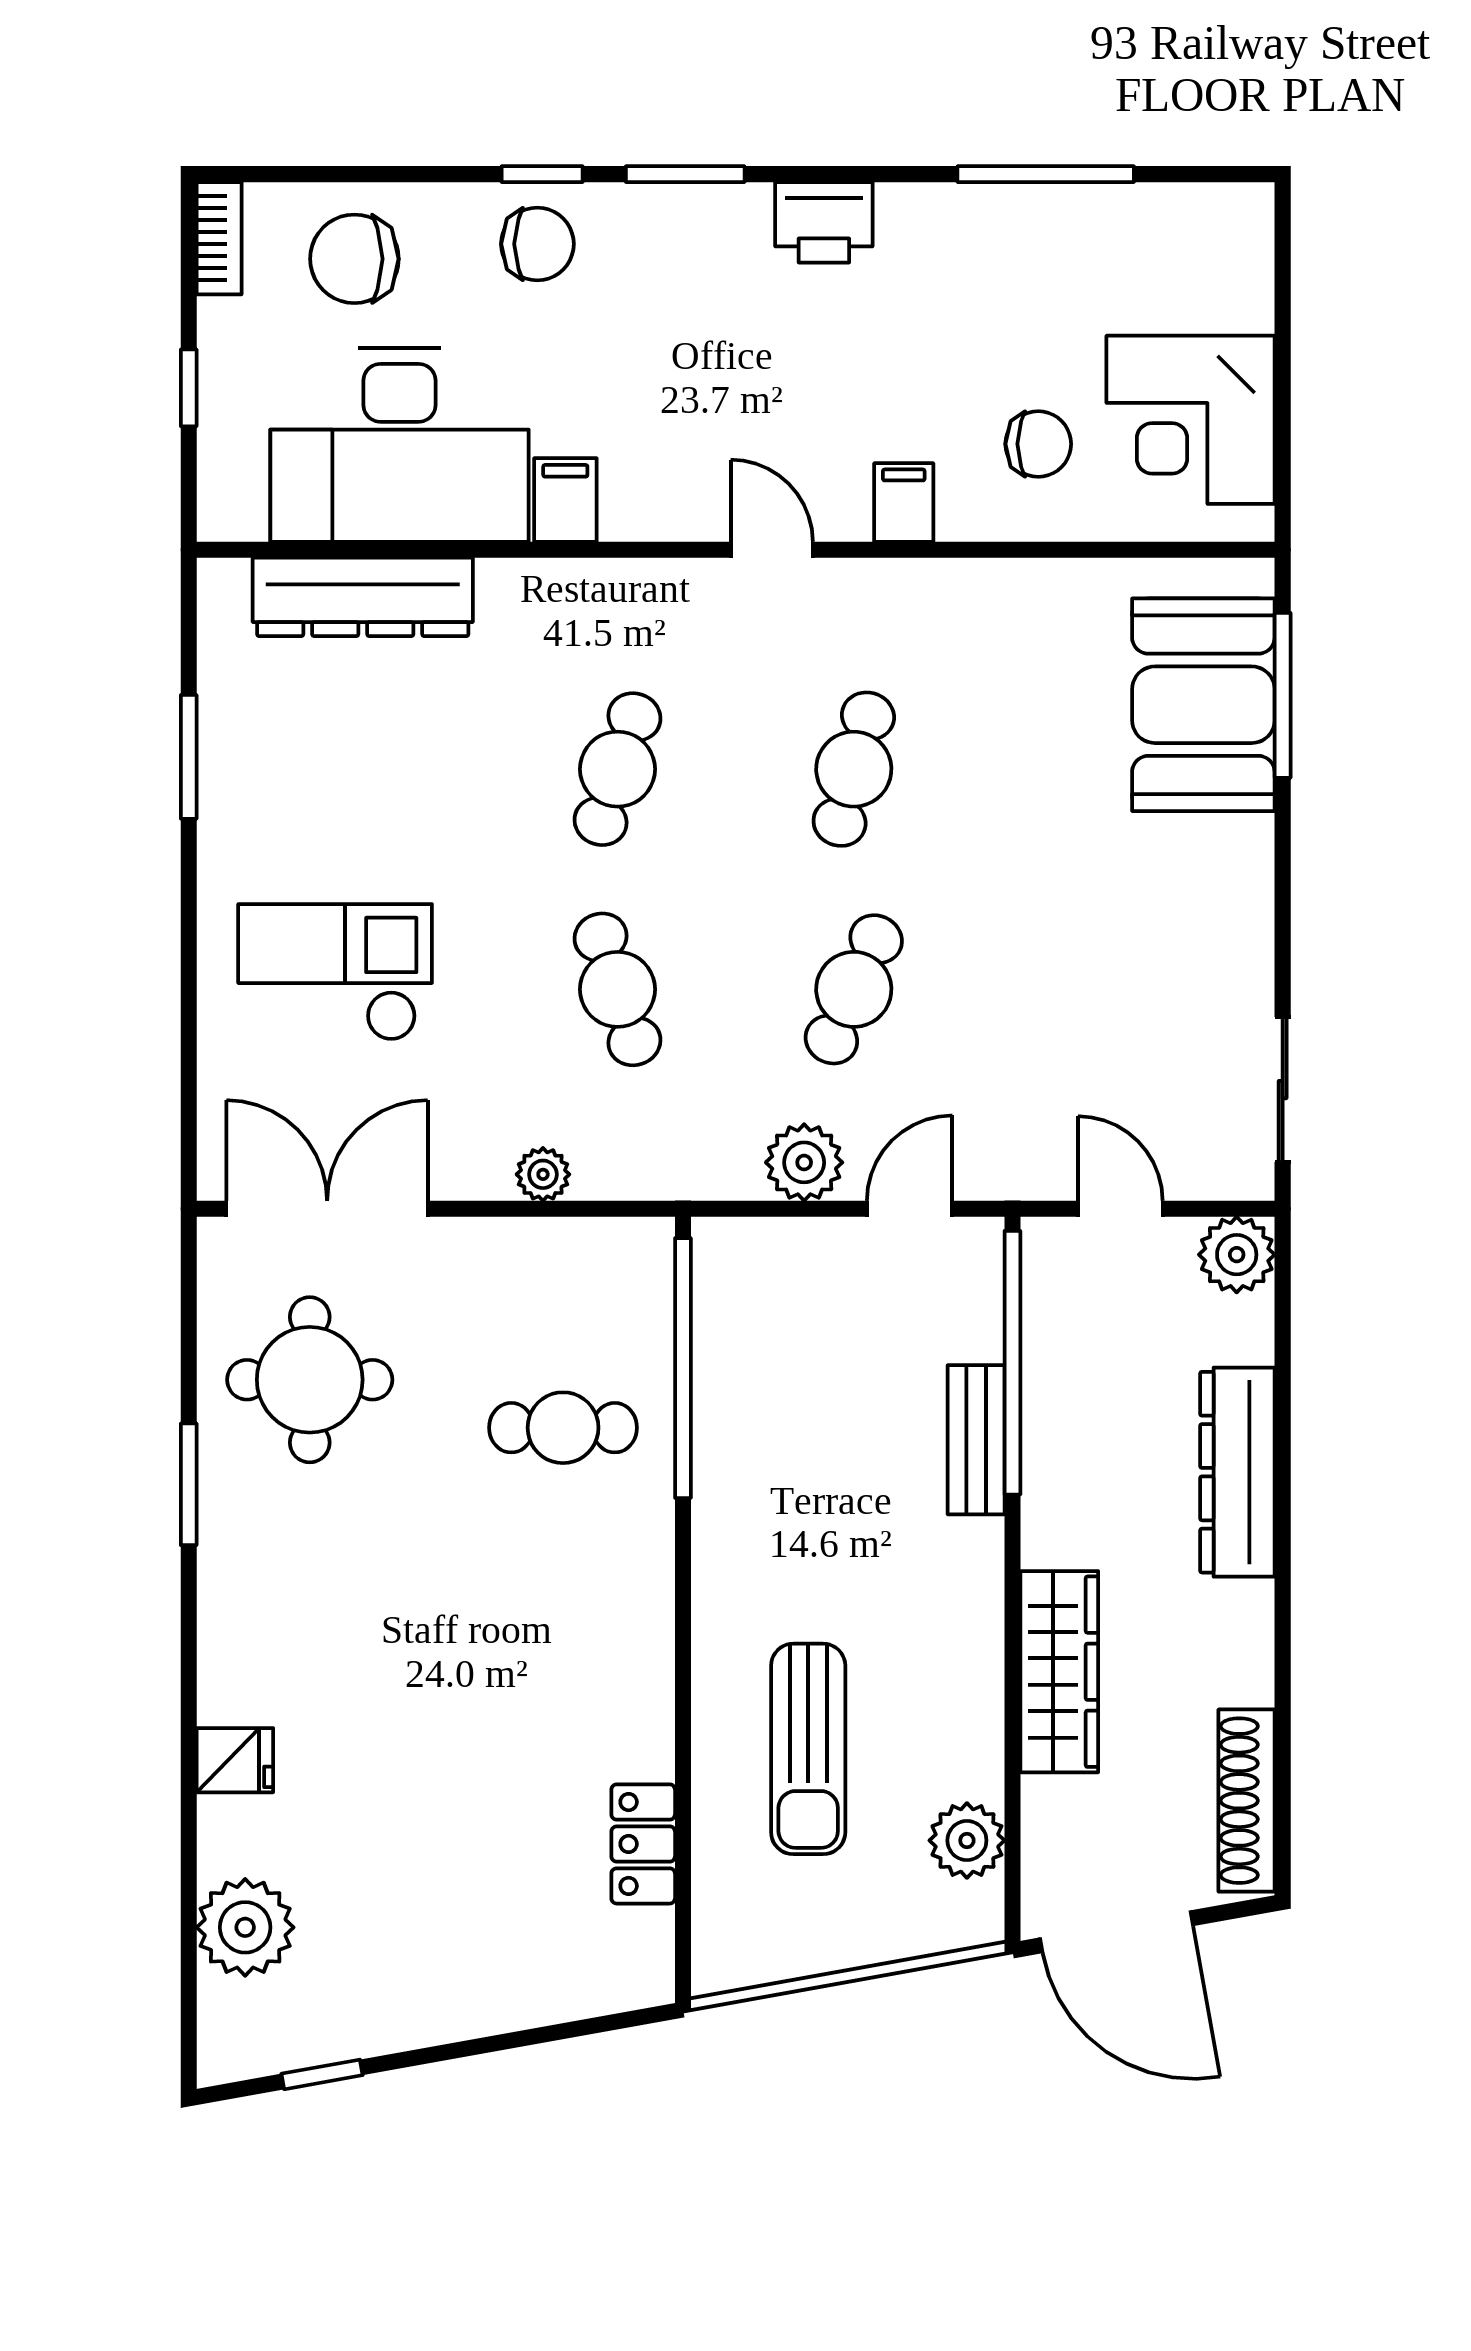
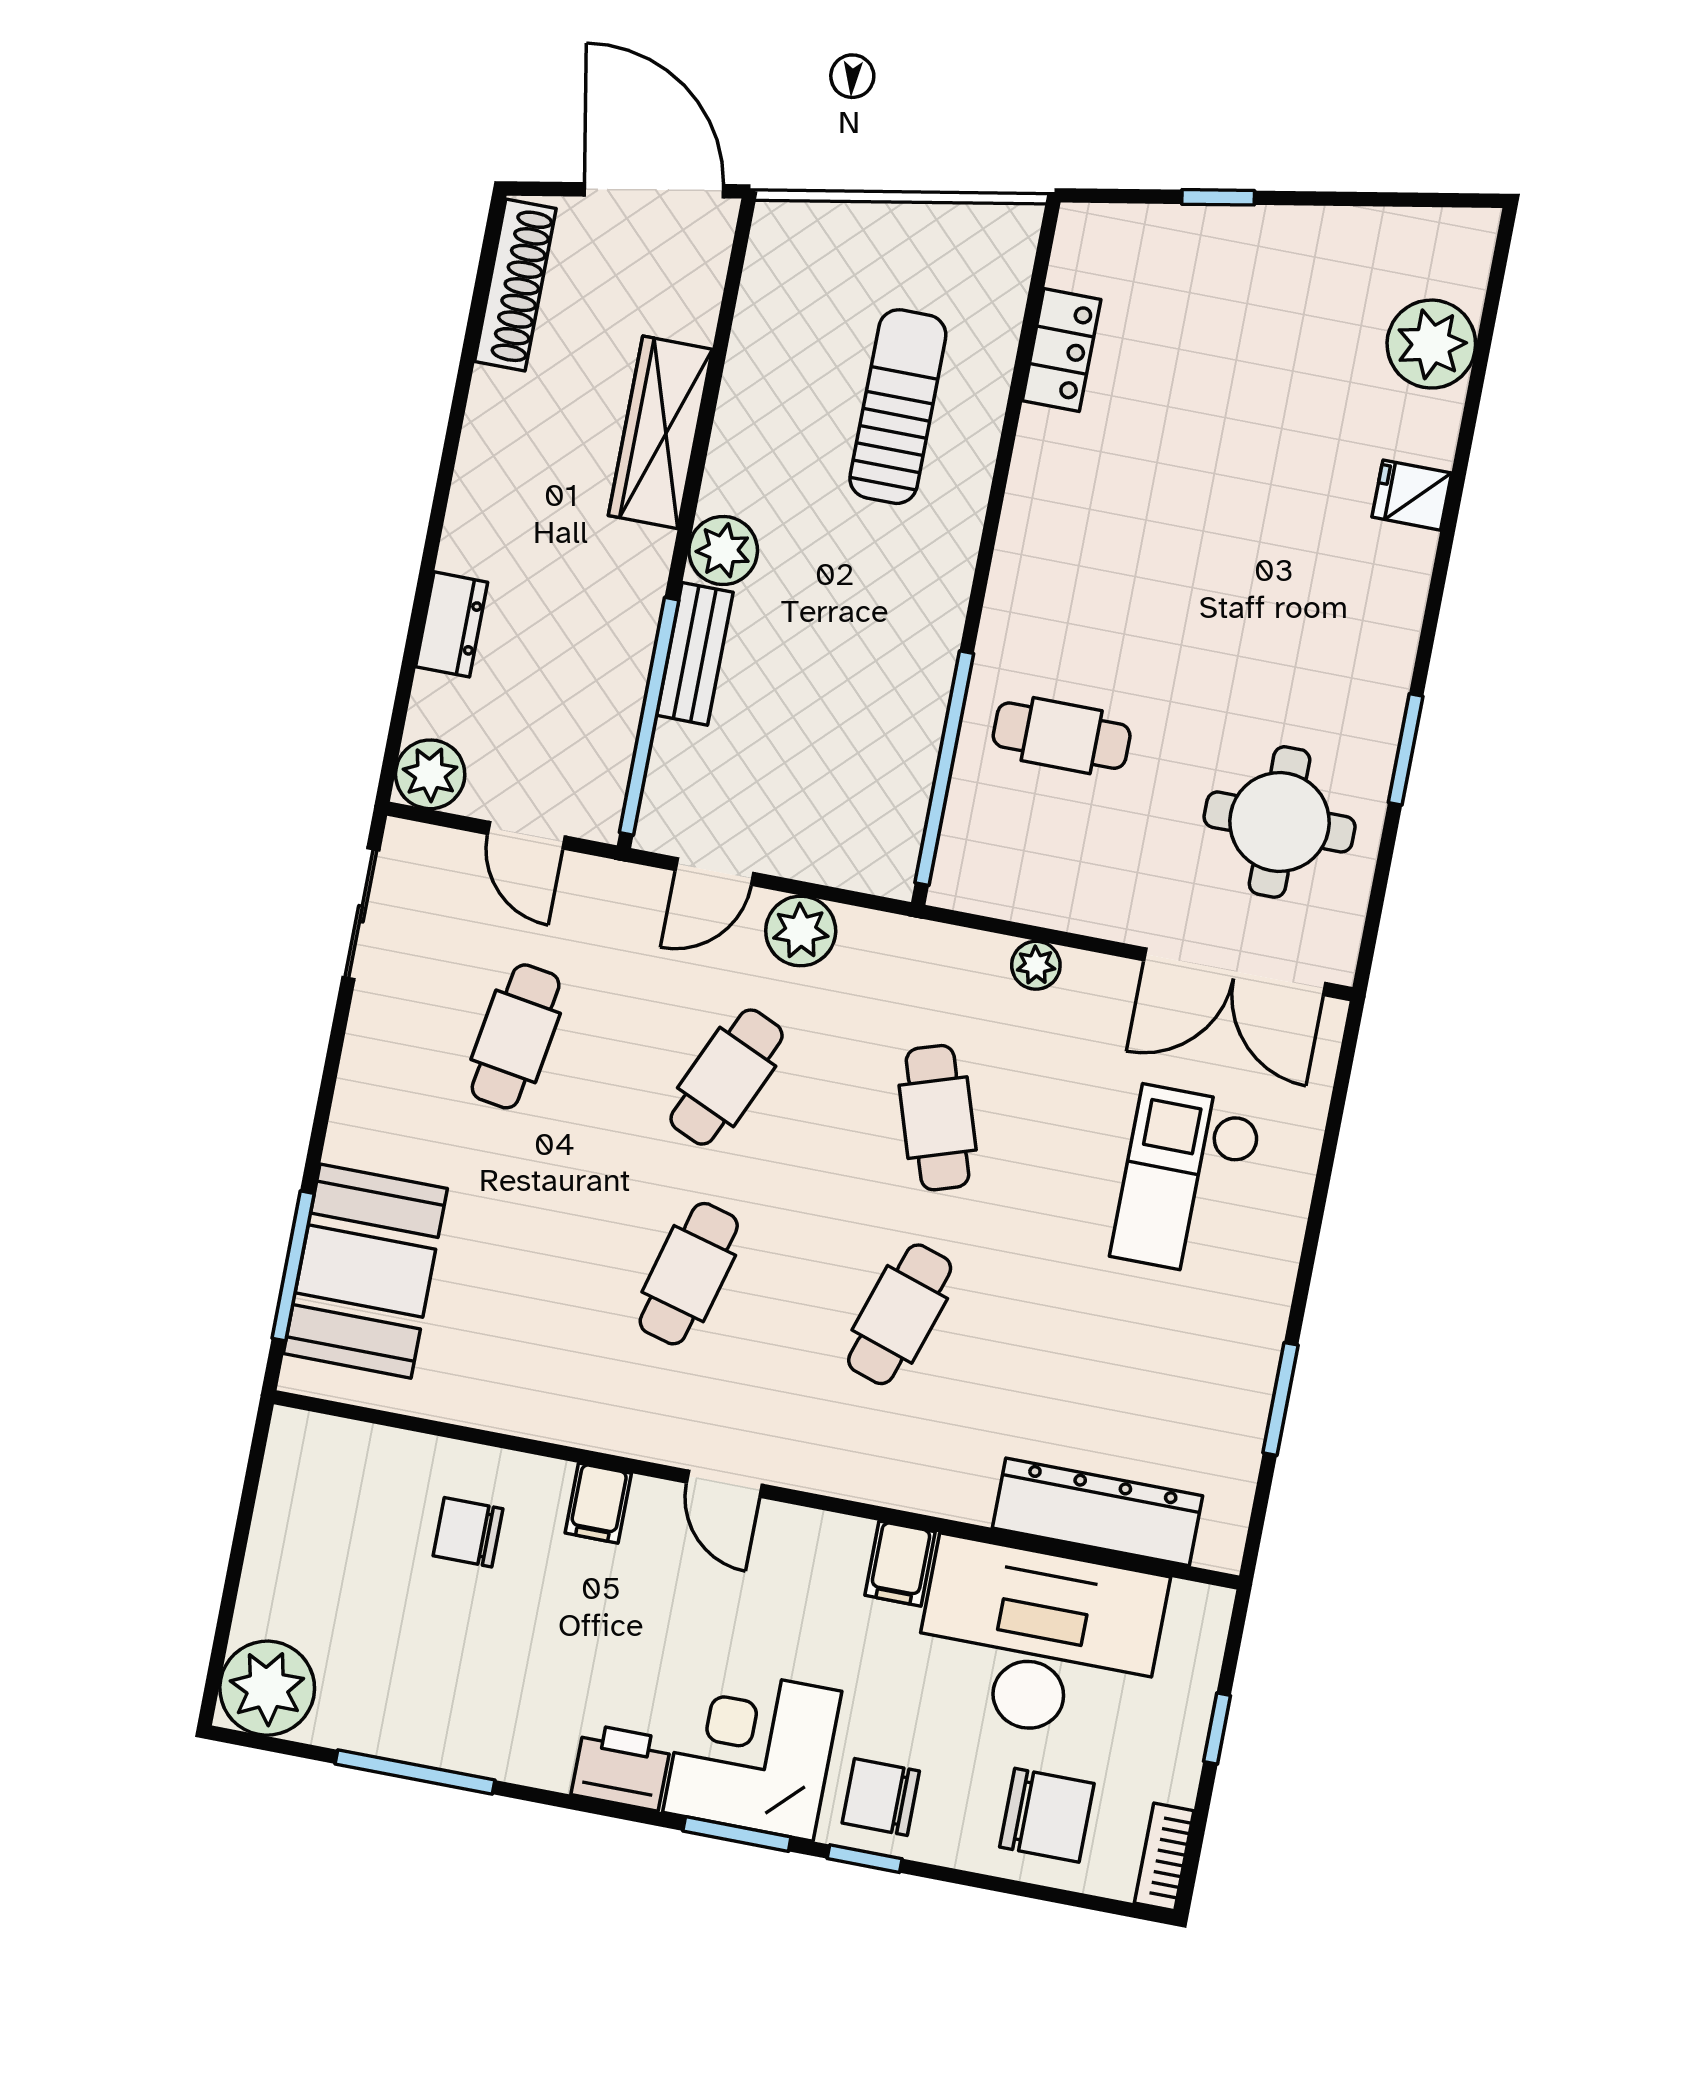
plant: (1223, 234) -> (267, 1688), added
corner desk: (1191, 420) -> (752, 1752), moved, turned -90
checkout: (335, 972) -> (1187, 1182), turned 90
cafe table: (1090, 989) -> (516, 1036), added
dresser: (1237, 1472) -> (452, 624), width x0.51, depth x0.80
plant: (967, 1840) -> (723, 550), moved
window: (322, 2074) -> (1218, 197), moved

